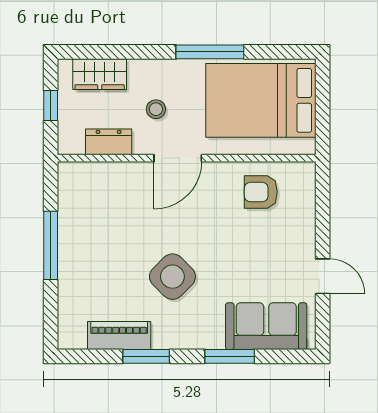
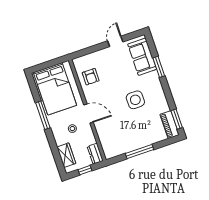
dresser: (109, 142) -> (95, 154), moved
side table: (172, 277) -> (135, 100), turned 45
piano: (119, 336) -> (169, 125), moved
window: (146, 356) -> (177, 119), moved

